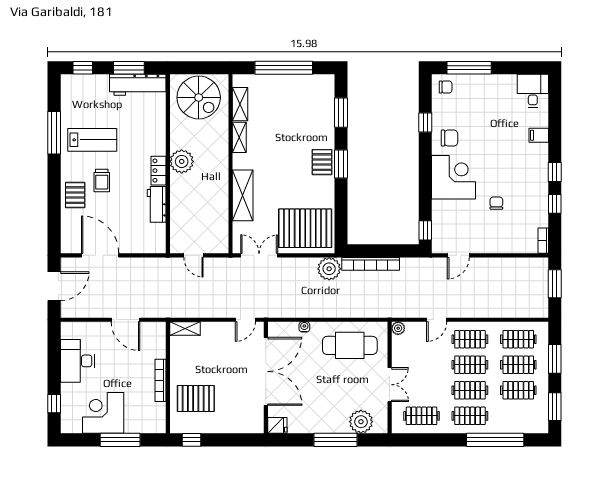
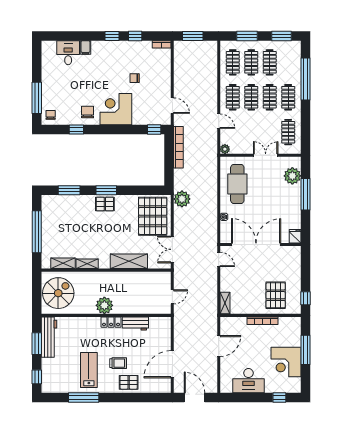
desk: (533, 91) -> (68, 53), moved, turned 90
bookcase: (371, 264) -> (178, 147), moved

